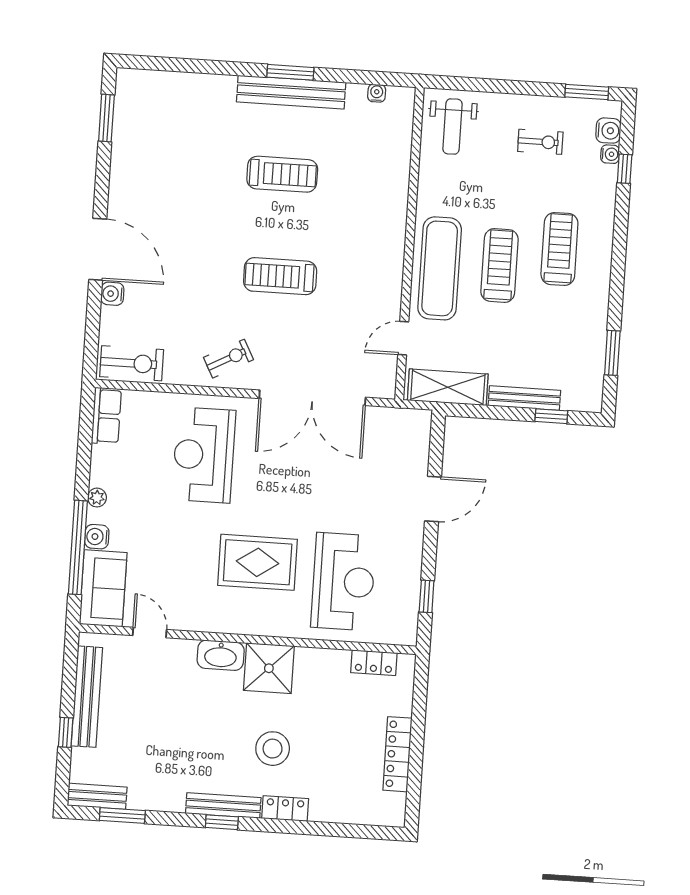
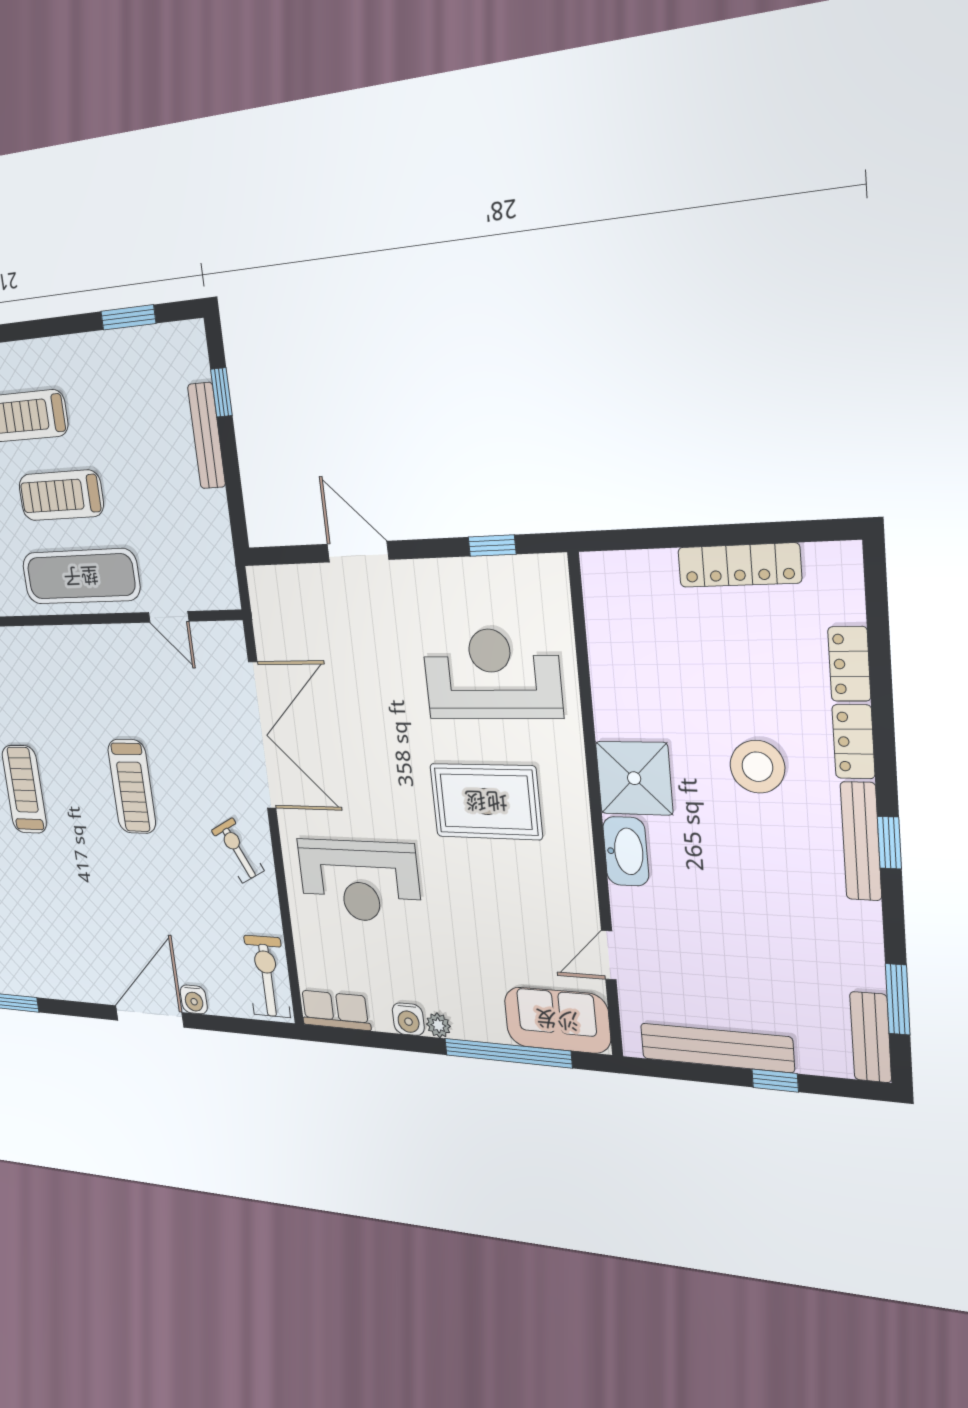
shelving: (448, 387) -> (214, 548), removed
water cooler: (97, 537) -> (408, 1019), moved
rug: (258, 562) -> (486, 801), turned 90
locker: (374, 663) -> (849, 664), moved, turned 180

